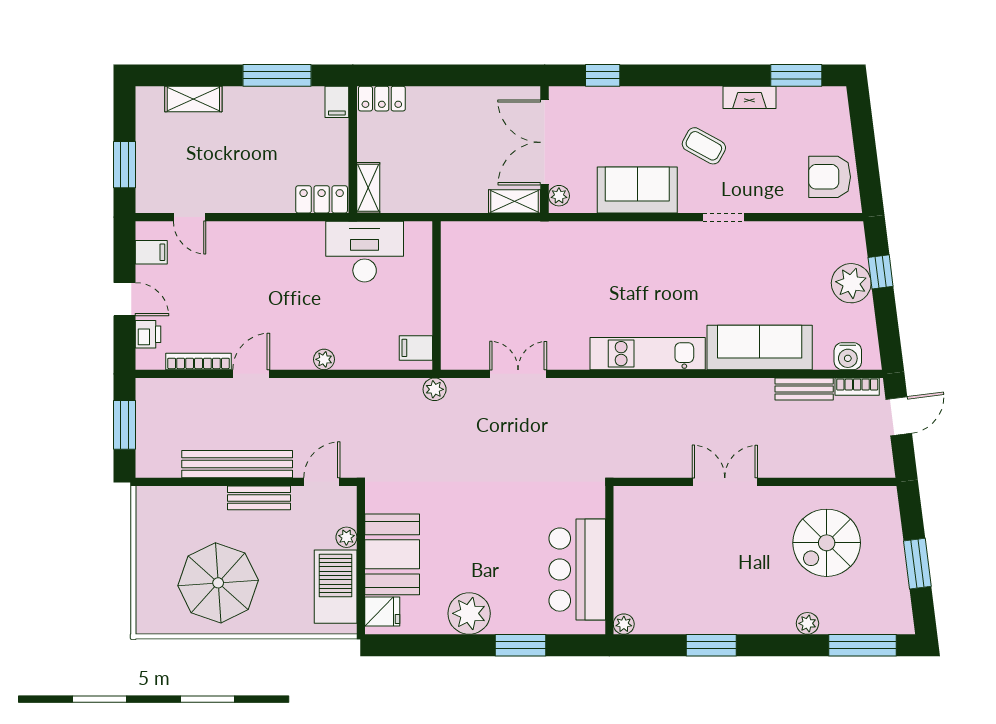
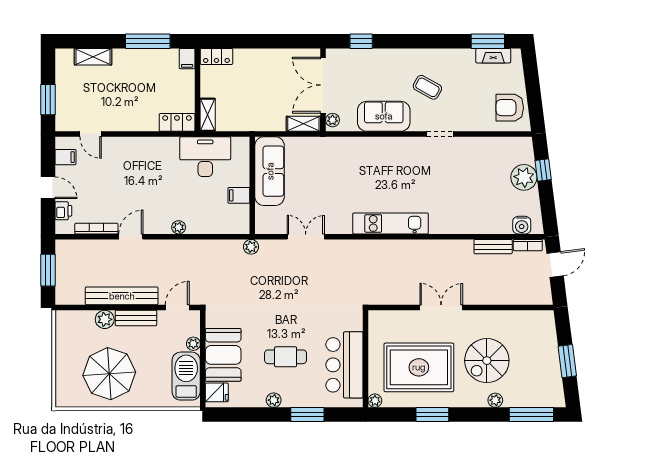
fireplace: (749, 97) -> (493, 56), moved
sofa: (760, 347) -> (270, 171), moved, turned 90
filing cabinet: (416, 348) -> (239, 195), moved
plant: (211, 500) -> (105, 319), added
spiral stairs: (827, 543) -> (487, 361), moved
cafe table: (487, 557) -> (286, 357), added
rug: (691, 573) -> (419, 367), added
plant: (469, 613) -> (274, 400), width x0.53, depth x0.53

